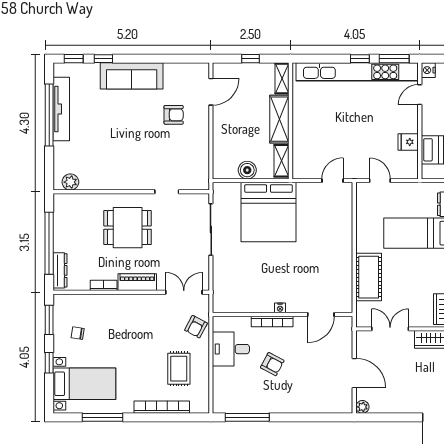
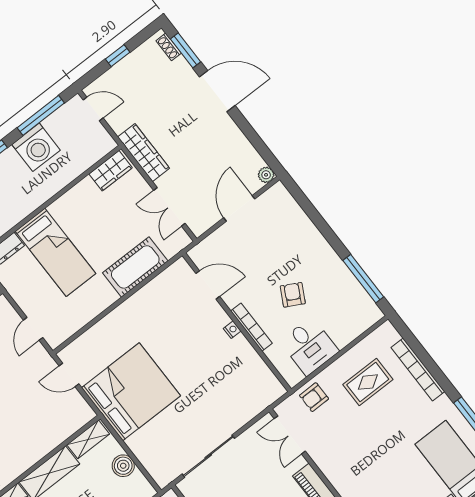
bed: (268, 212) -> (131, 392), moved
armchair: (196, 327) -> (314, 397), turned 152

